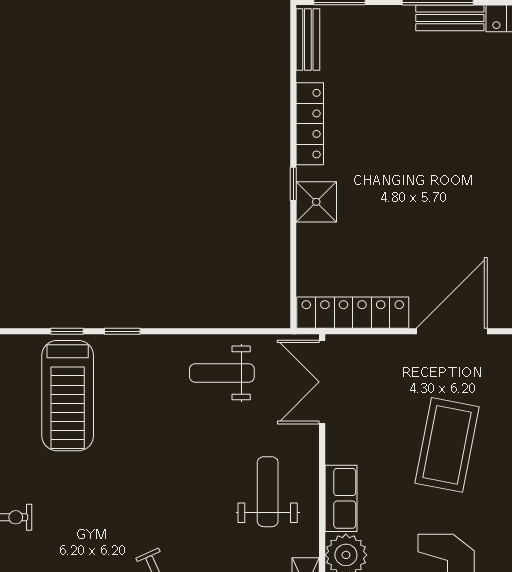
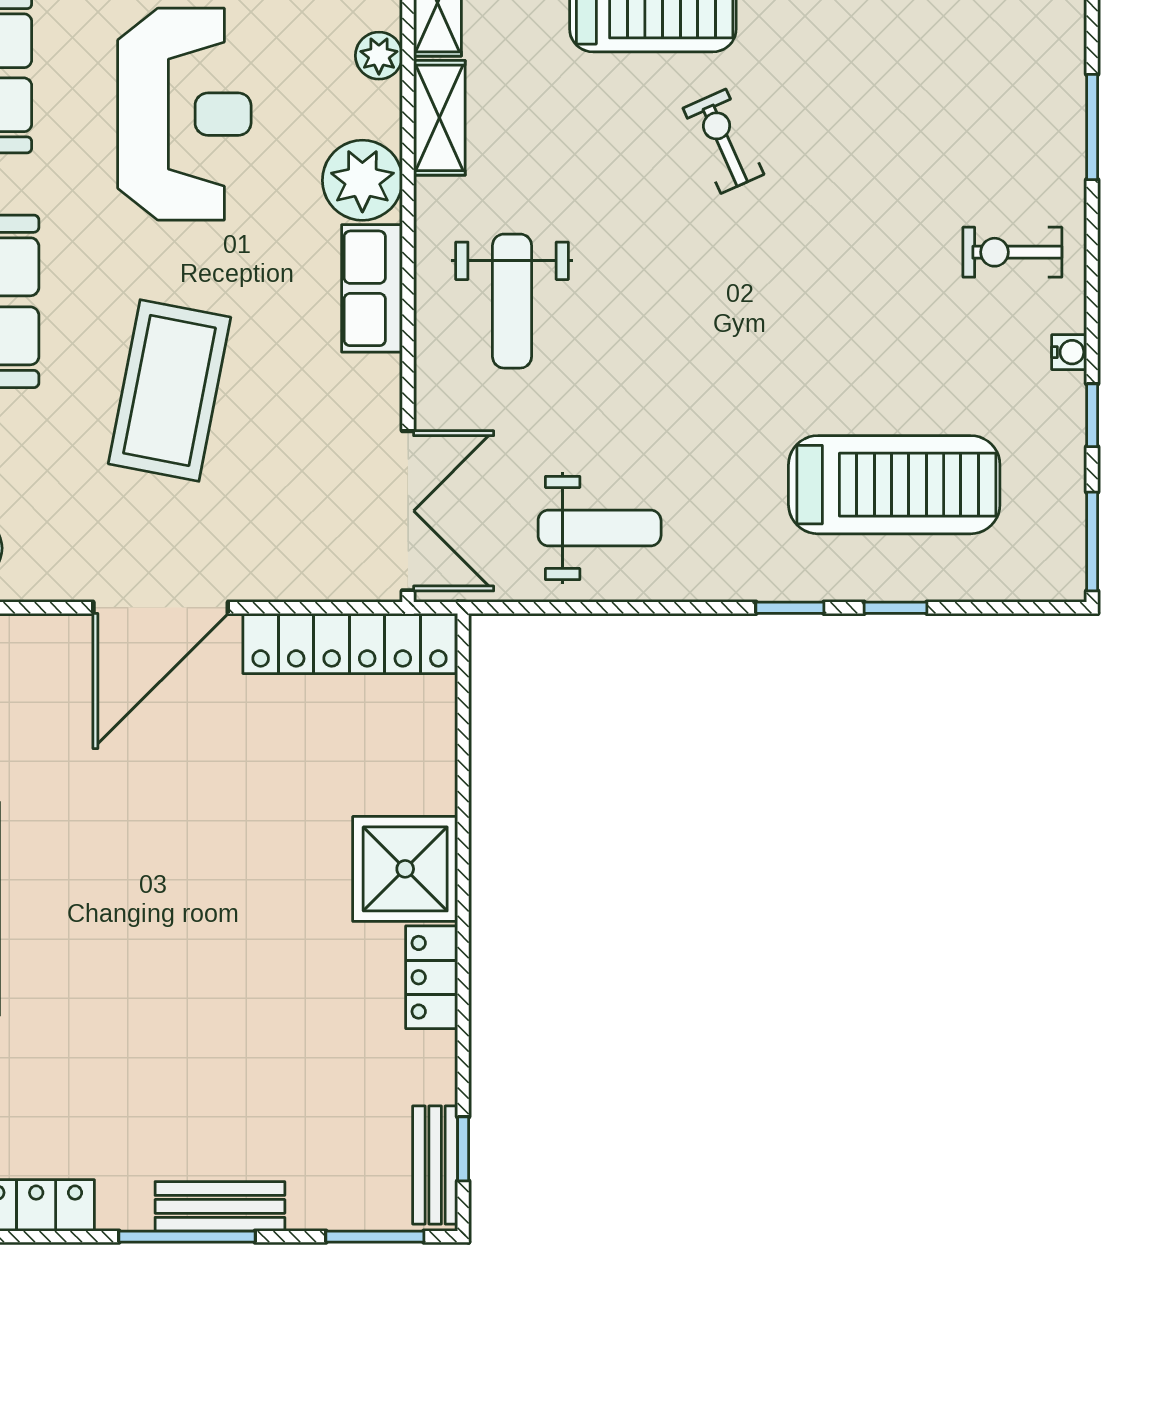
bench: (450, 18) -> (220, 1206), moved
locker: (310, 124) -> (432, 977), width x0.66
window: (293, 184) -> (463, 1149), moved
shower: (316, 202) -> (405, 869), width x1.36, depth x1.36
treadmill: (68, 396) -> (894, 485), turned 90

